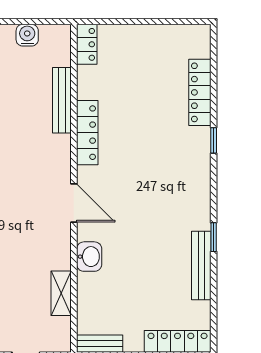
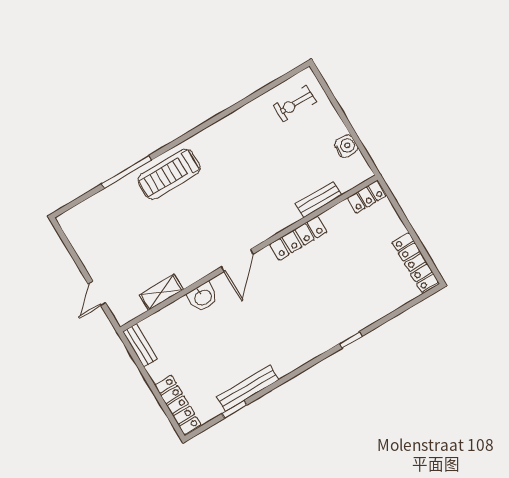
locker: (200, 92) -> (415, 262), moved, turned -90
bench: (62, 100) -> (319, 199), width x0.73
window: (214, 237) -> (234, 409), moved

